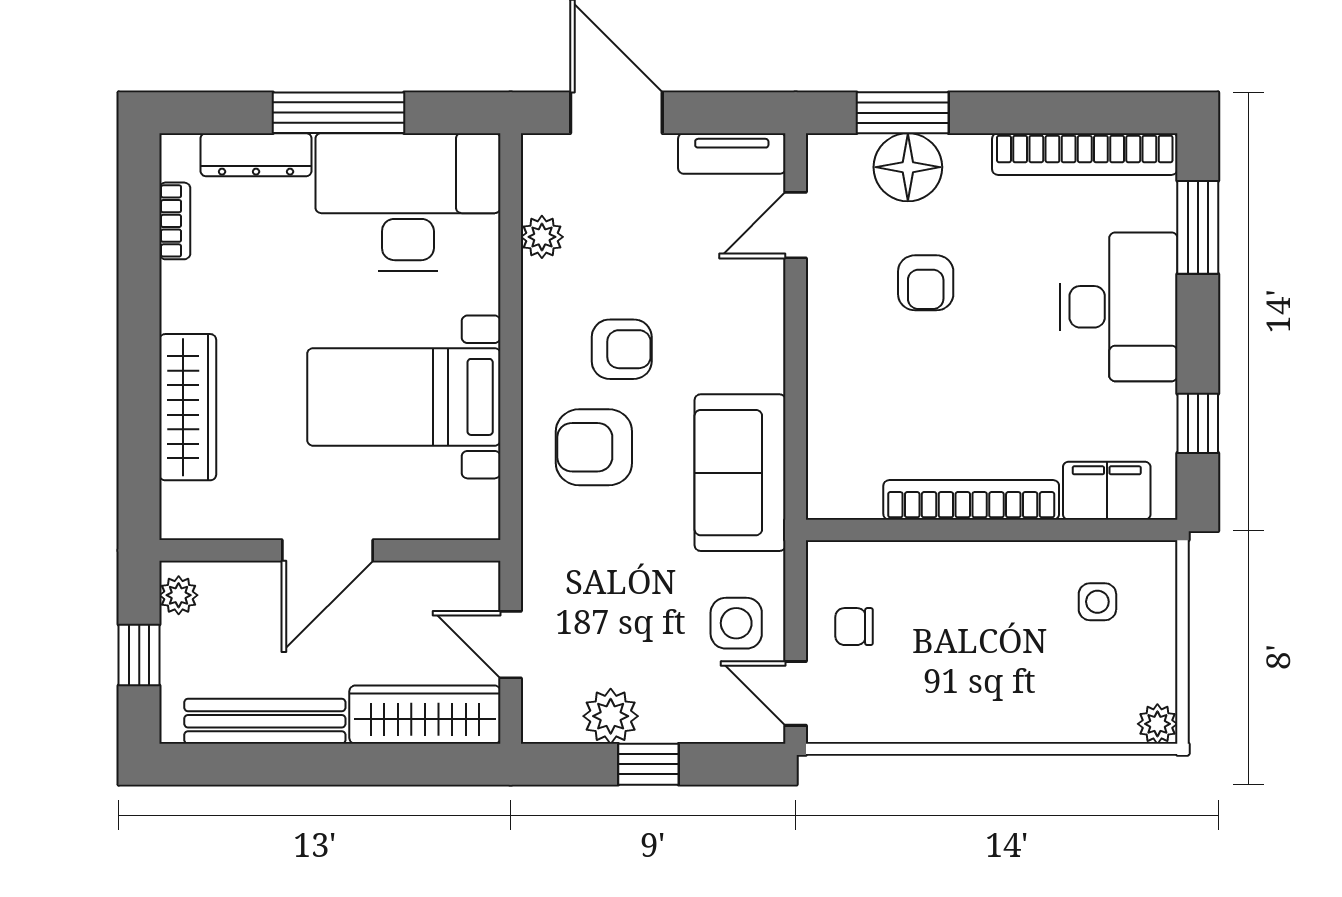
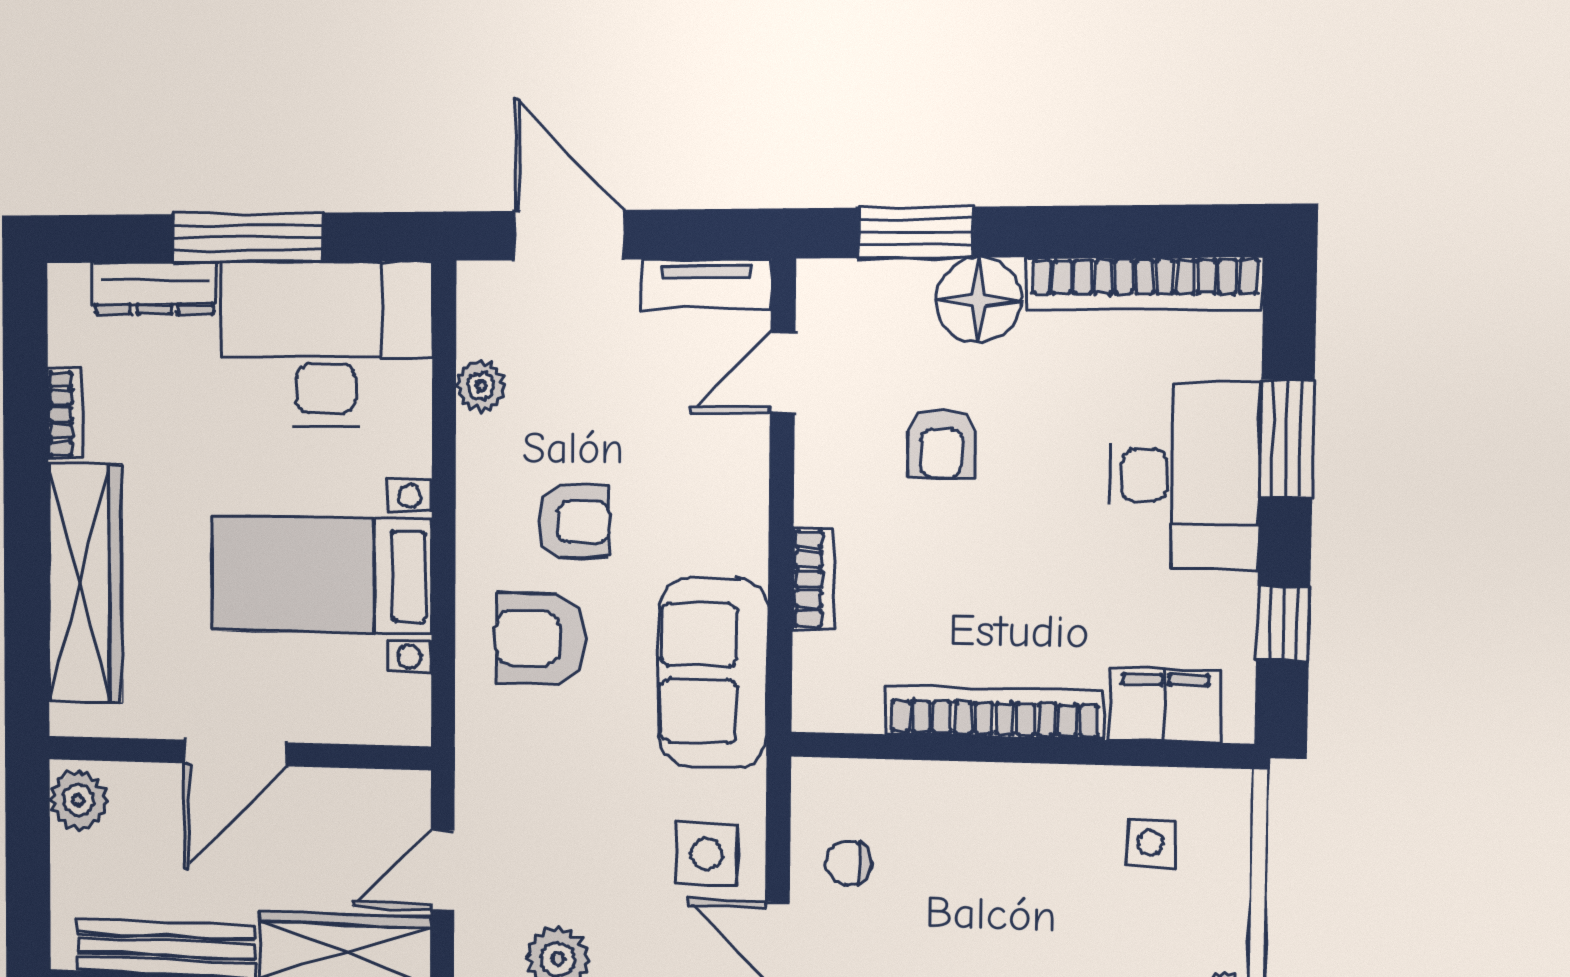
floor lamp: (908, 167) -> (979, 300), moved
bookcase: (175, 221) -> (65, 414), moved
window: (1198, 227) -> (1287, 439), moved
bookcase: (823, 394) -> (813, 579), added
wardrobe: (188, 407) -> (85, 583), width x1.40, depth x1.17
plant: (179, 595) -> (78, 800), width x1.38, depth x1.38
door: (511, 645) -> (442, 870), hinge flipped
window: (139, 655) -> (28, 867), removed

